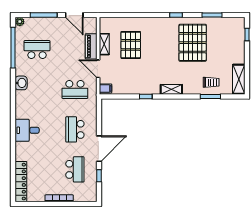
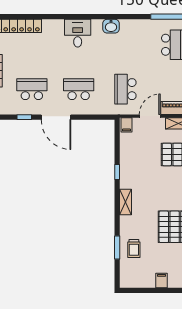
filing cabinet: (238, 59) -> (162, 280), added
shelving: (239, 79) -> (137, 281), removed
washbasin: (21, 83) -> (111, 26), moved
school desk: (75, 169) -> (32, 89), turned 180

